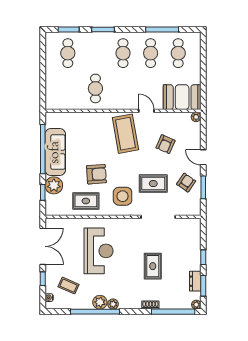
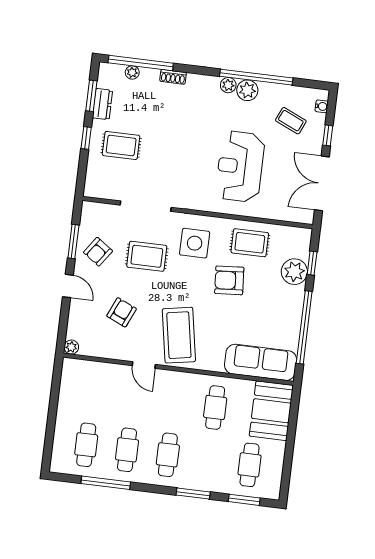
booth: (182, 97) -> (271, 411), moved, turned 90
sofa: (55, 152) -> (261, 362), moved, turned 90
rug: (153, 266) -> (121, 145), moved, turned 90
plant: (196, 305) -> (132, 72), moved

